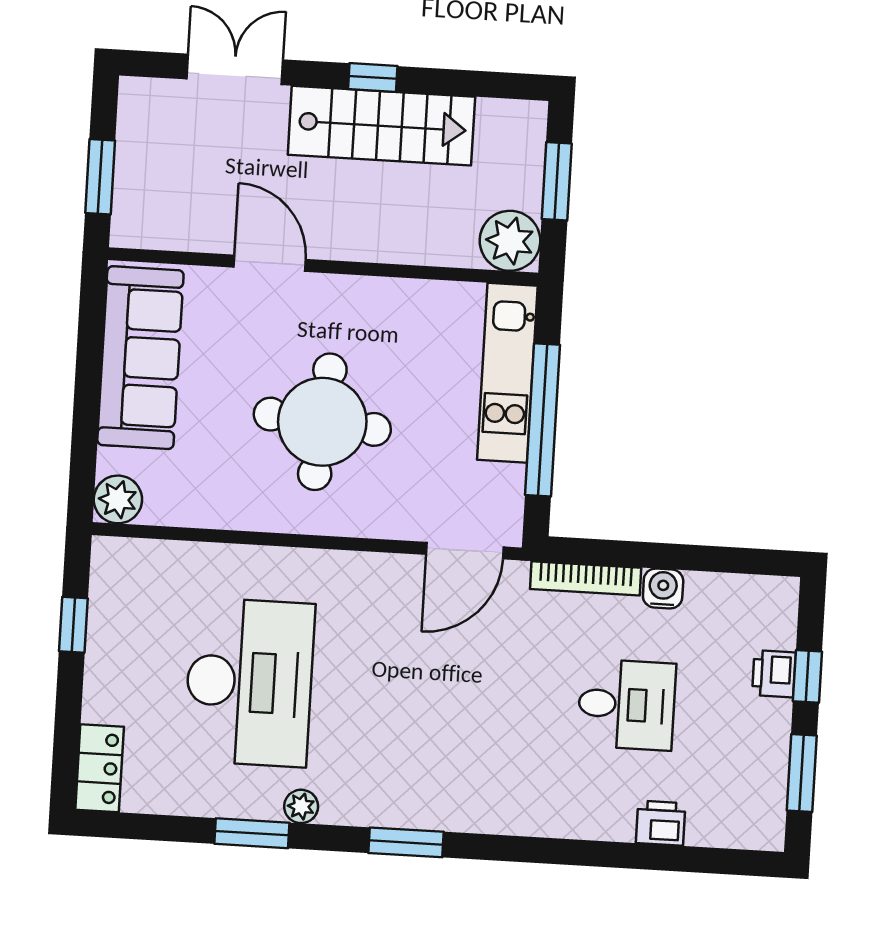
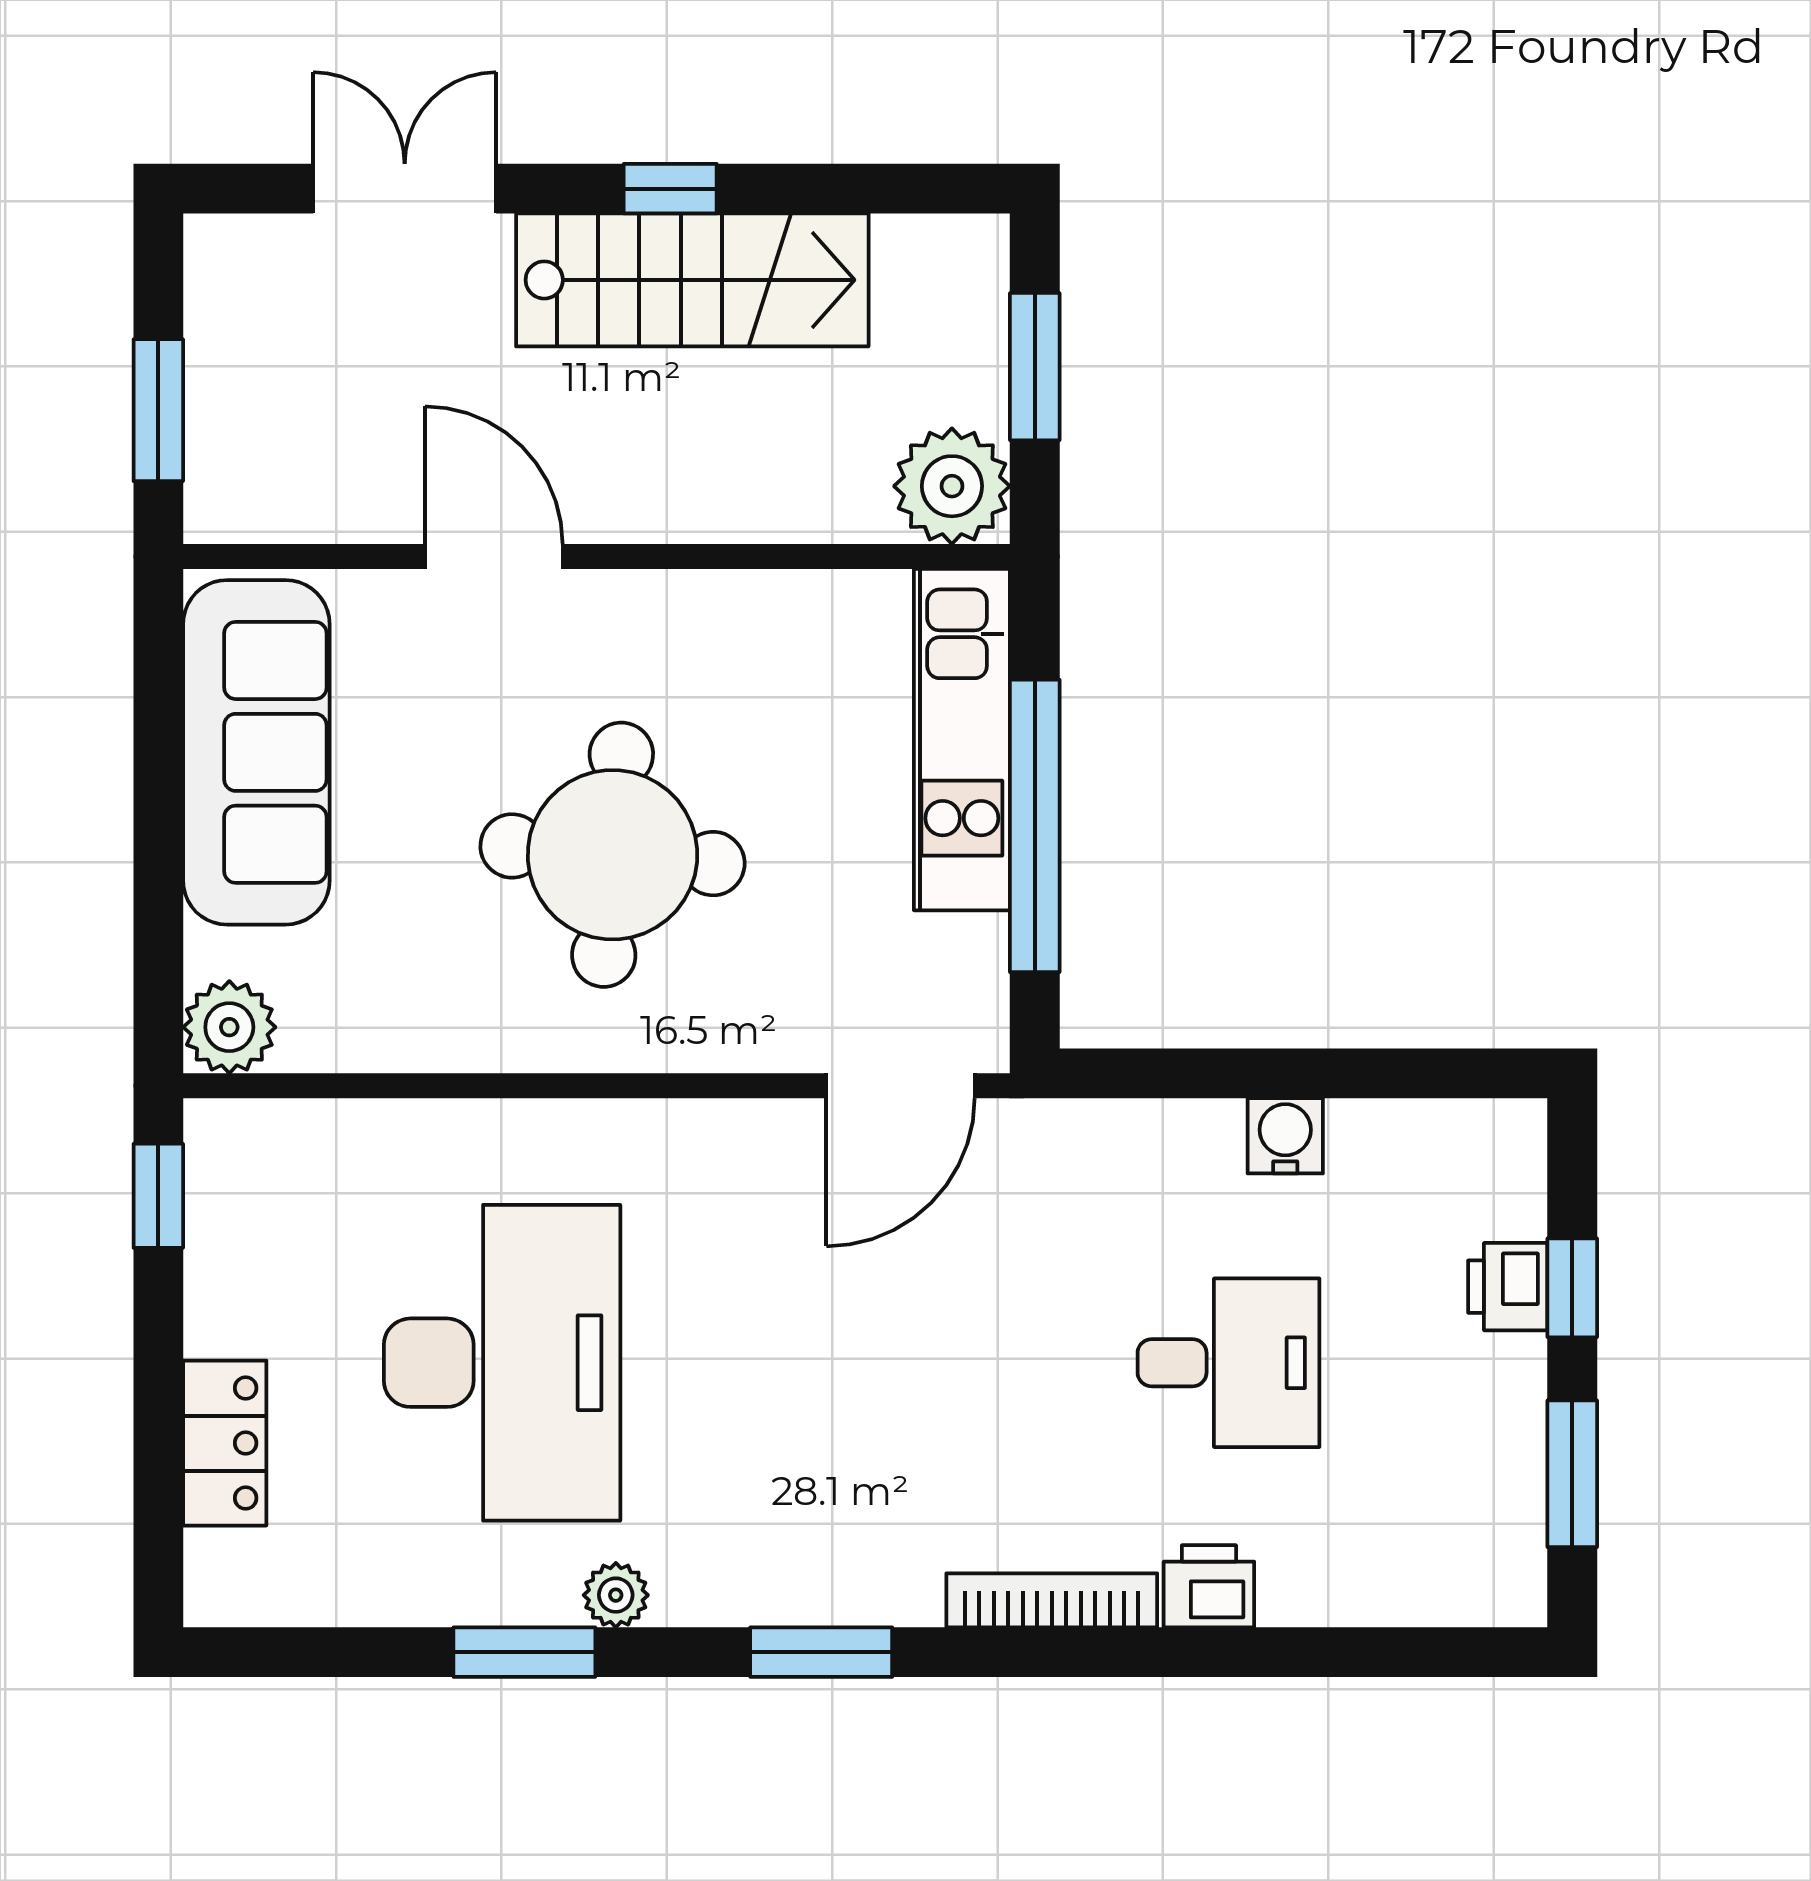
bookcase: (586, 578) -> (1052, 1600), moved, turned 180
window: (73, 625) -> (158, 1196), moved
locker: (100, 768) -> (225, 1443), moved
printer: (661, 823) -> (1209, 1586), moved

